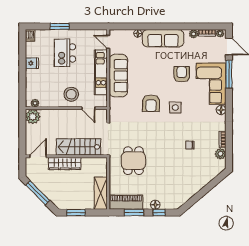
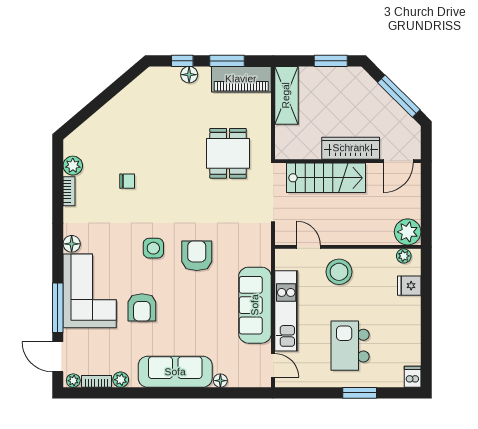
kitchen island: (65, 53) -> (350, 346), turned 180
fridge: (32, 63) -> (409, 286), moved

